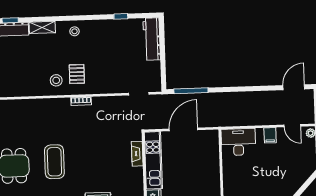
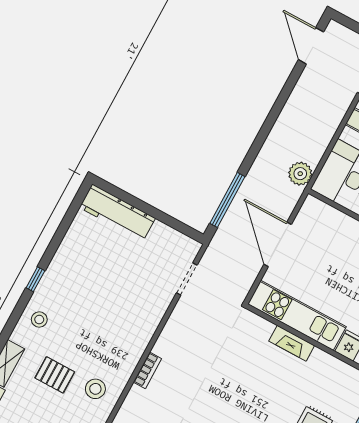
window: (121, 16) -> (35, 279), moved
pallet: (77, 74) -> (55, 375), moved
plant: (226, 120) -> (300, 174), added
fireplace: (137, 154) -> (292, 343), moved

